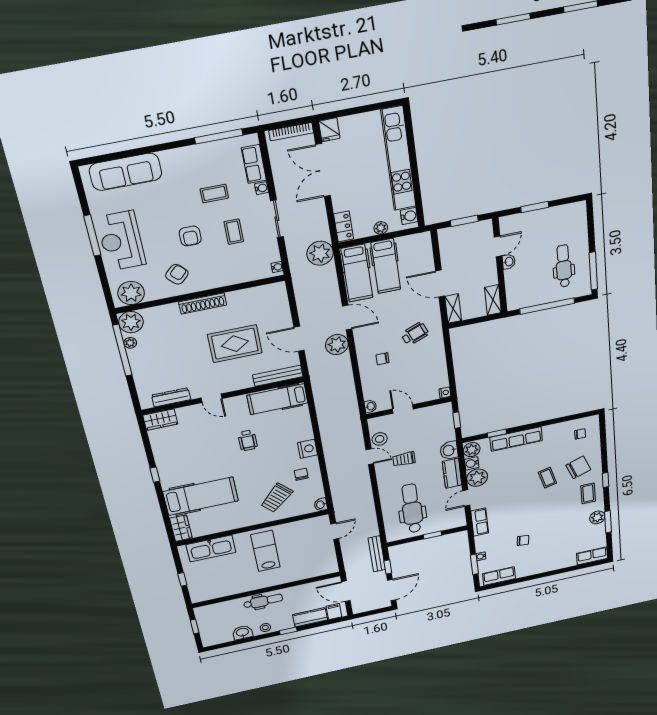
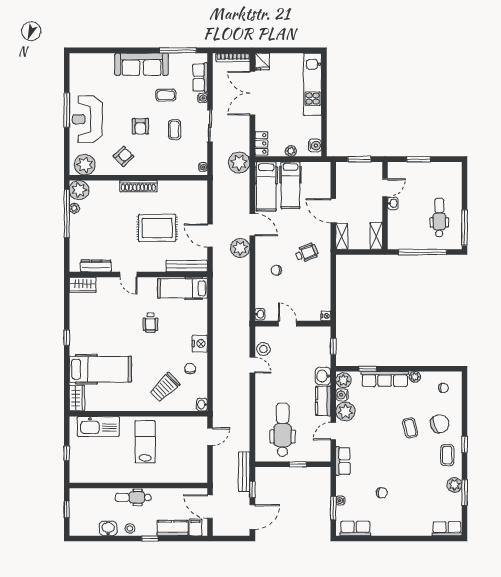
kitchen unit: (398, 159) -> (313, 84), width x0.73
sofa: (126, 172) -> (142, 64), moved
plant: (549, 430) -> (415, 377), added
trolley: (404, 459) -> (282, 375), removed
dental chair: (263, 601) -> (133, 497), turned 180

